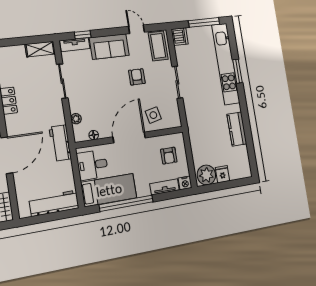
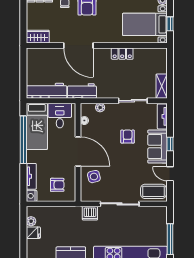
door: (137, 29) -> (170, 174), swing flipped
window: (83, 35) -> (170, 144), moved
dishwasher: (180, 37) -> (90, 213), moved
armchair: (137, 77) -> (128, 137), moved, turned -90
sliding door: (177, 82) -> (120, 204), width x1.37
armchair: (169, 156) -> (57, 185), turned 180
plant: (206, 175) -> (31, 221), width x0.53, depth x0.53
workbench: (54, 203) -> (47, 91), moved, turned -90

